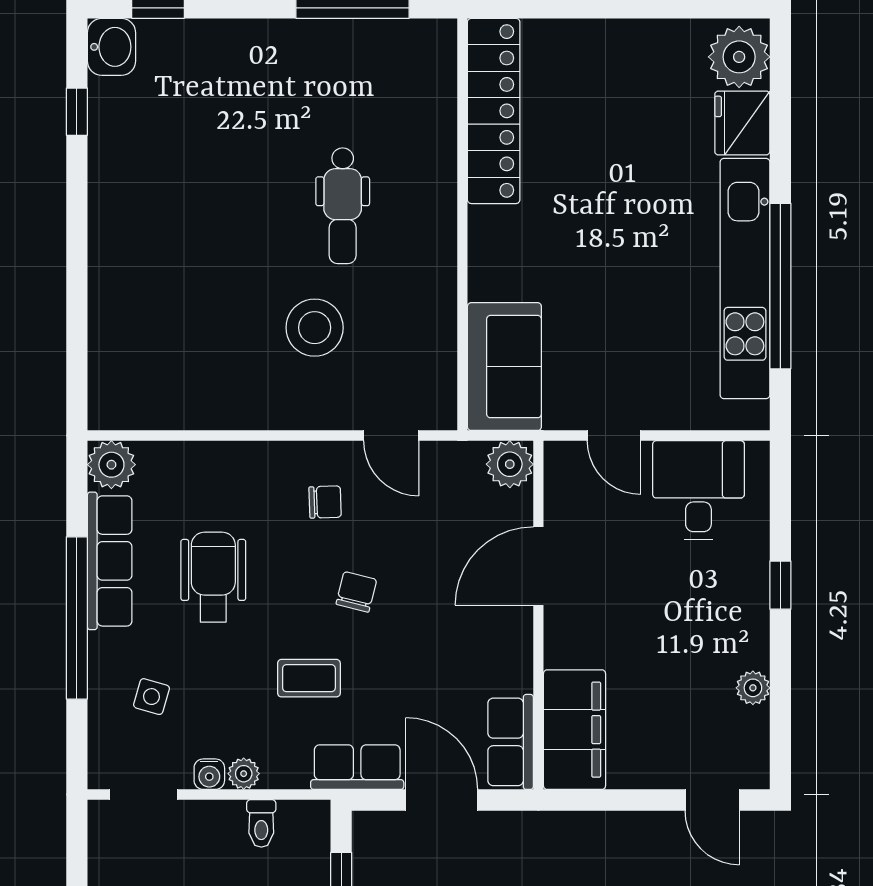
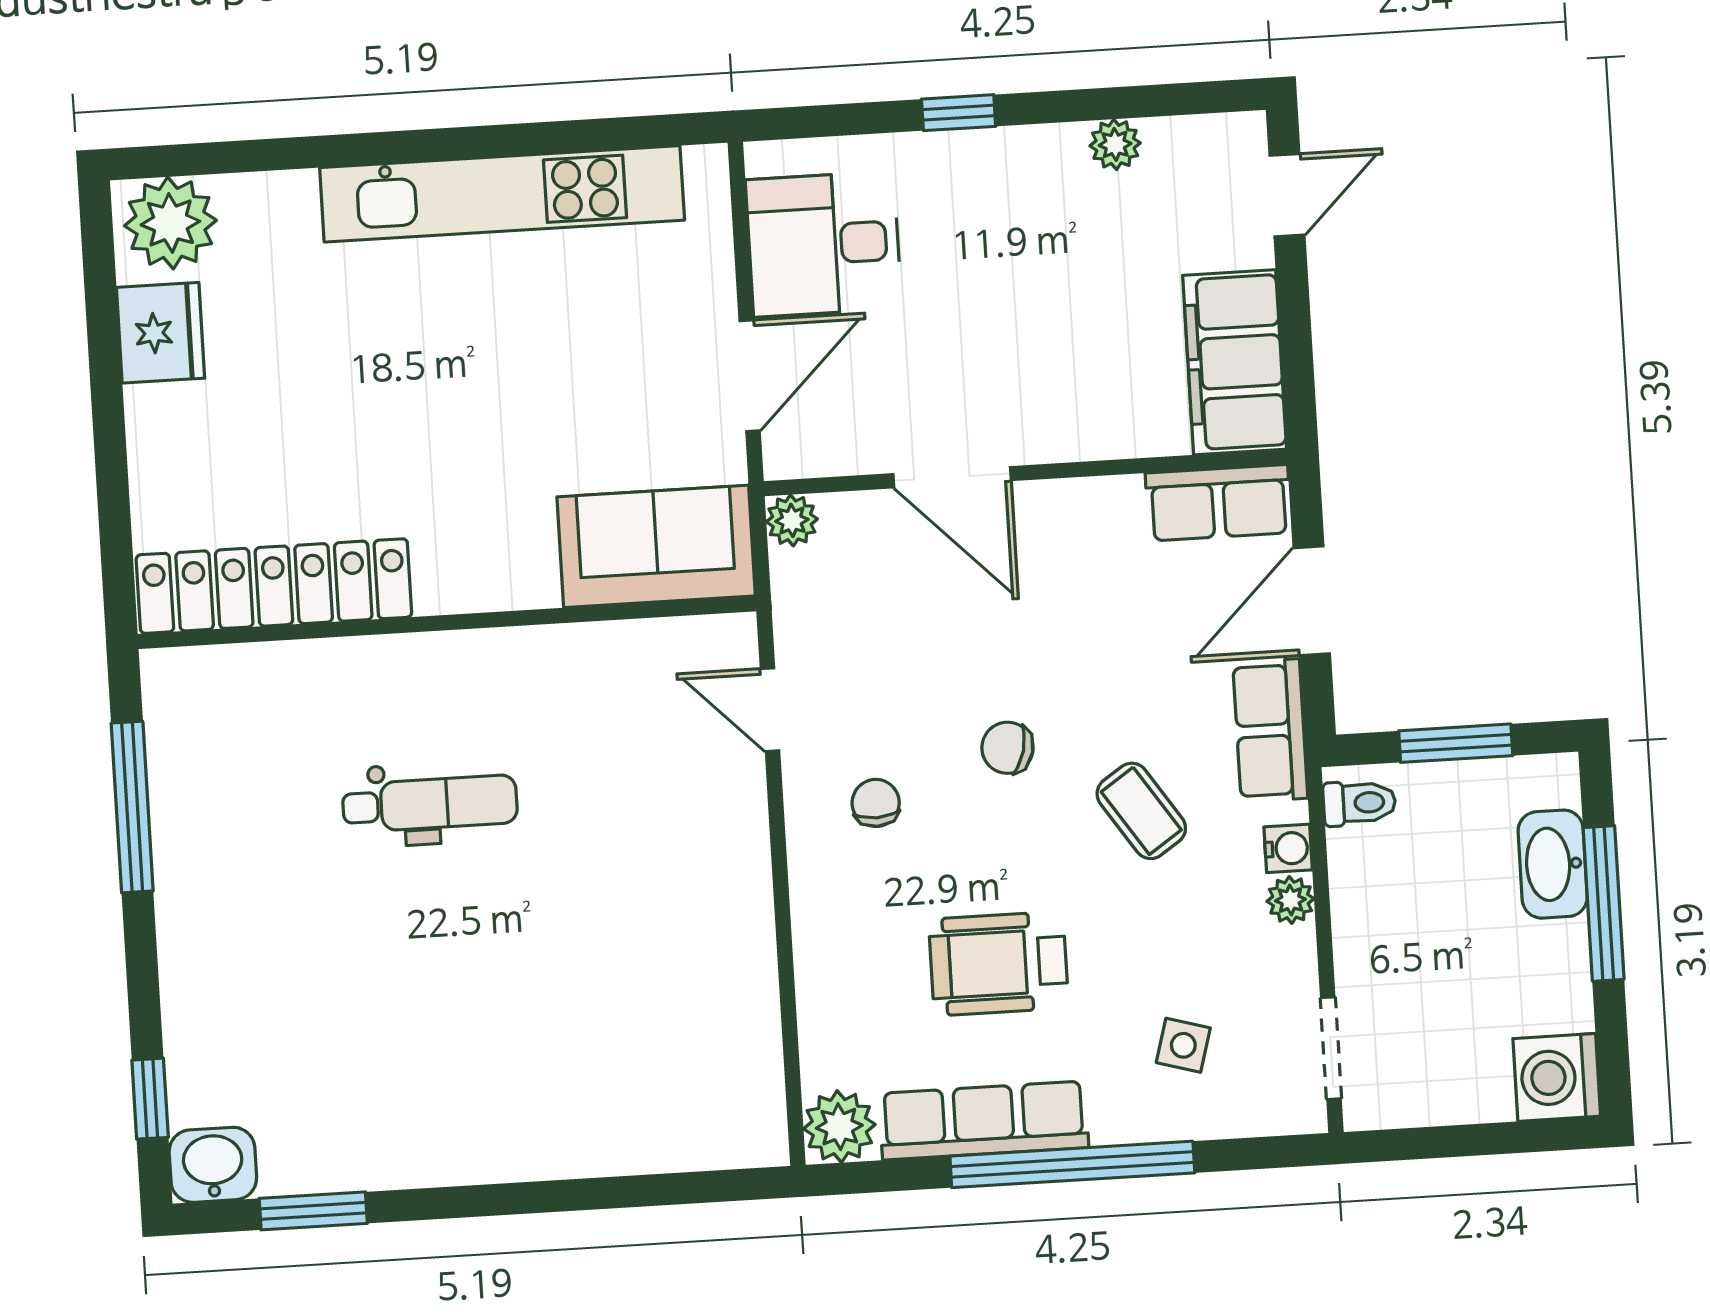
window: (77, 112) -> (313, 1211), width x1.50
fridge: (742, 123) -> (160, 333), moved, turned -90
window: (780, 286) -> (510, 140), removed
stool: (315, 328) -> (615, 835), removed
door: (391, 436) -> (770, 710), swing flipped
door: (614, 436) -> (750, 376), width x1.38
plant: (510, 464) -> (792, 520), width x0.73, depth x0.73
coffee table: (309, 678) -> (1141, 811), turned -34
filing cabinet: (574, 730) -> (1235, 362), moved, turned -90
water cooler: (209, 774) -> (1288, 848), moved
toilet: (261, 823) -> (1359, 803), moved

